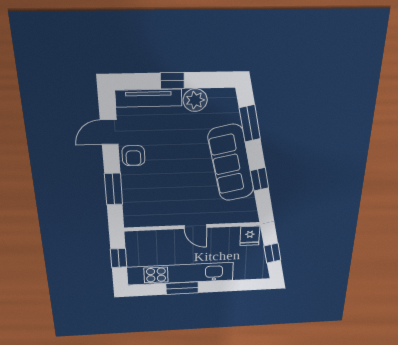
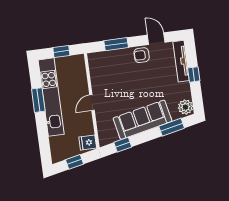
plant: (195, 100) -> (185, 107), moved
window: (260, 179) -> (123, 145), moved

